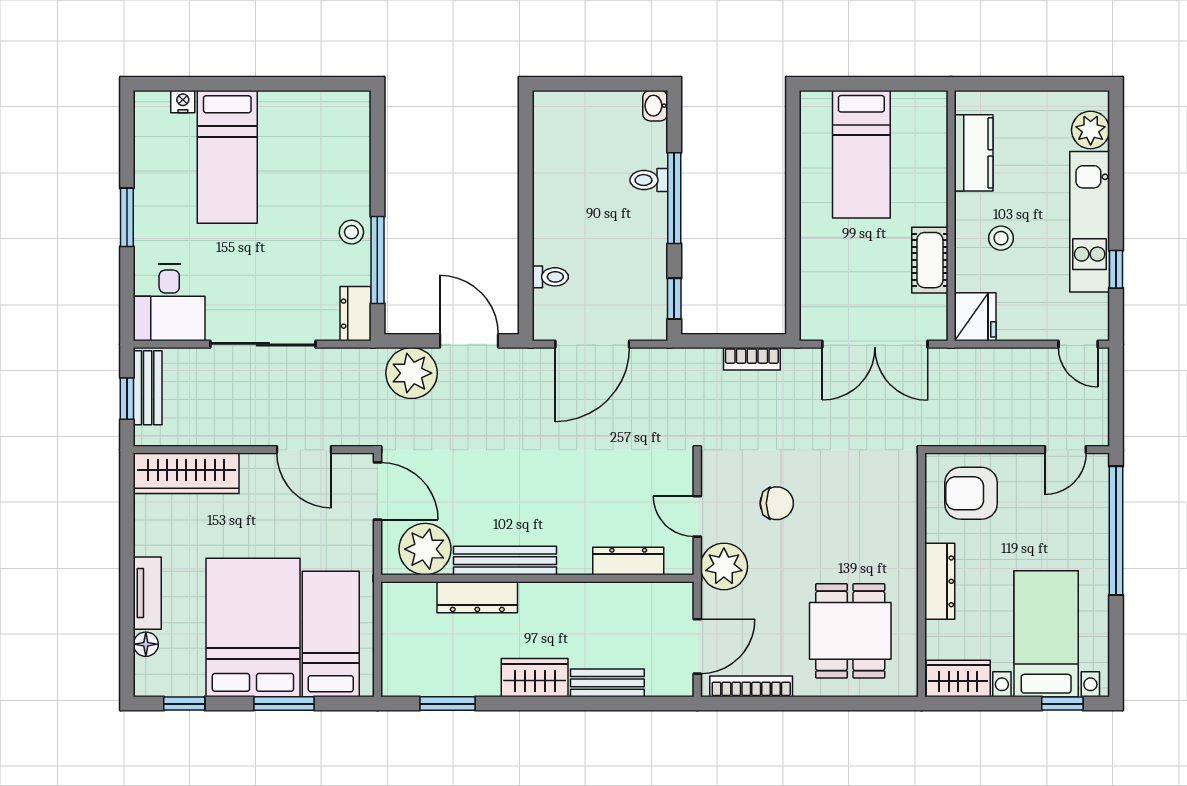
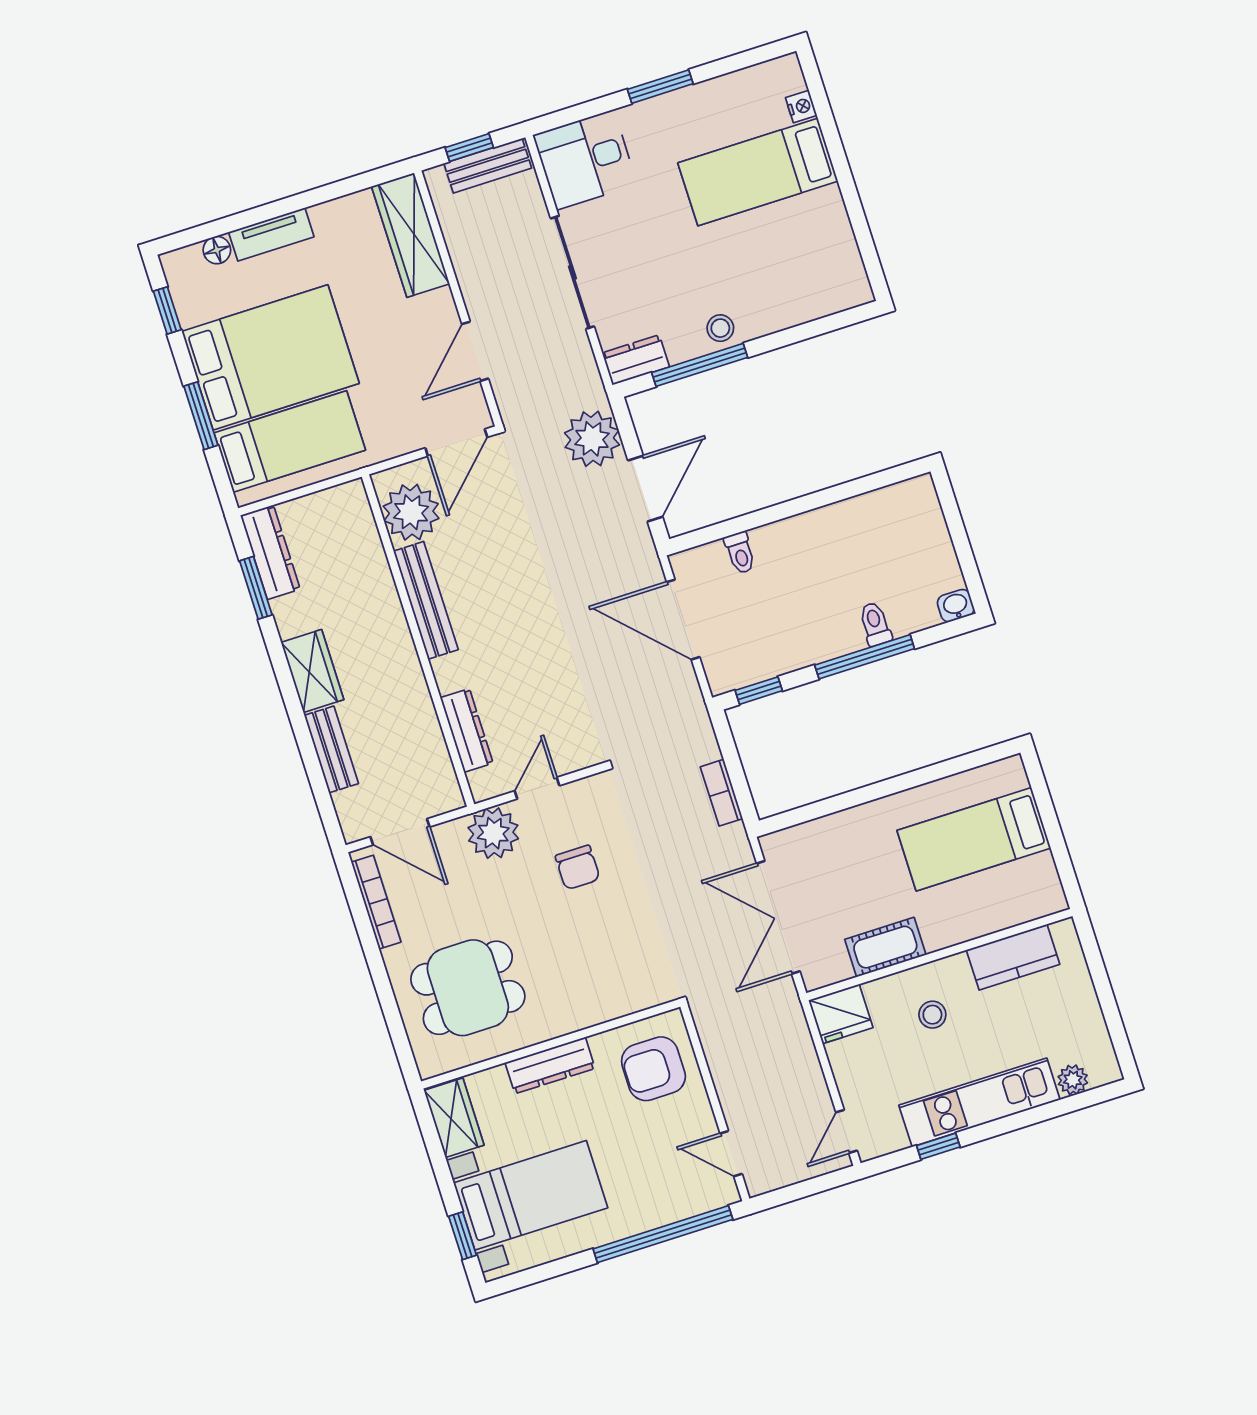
plant: (1091, 130) -> (1073, 1080), width x0.73, depth x0.73
armchair: (971, 493) -> (653, 1069), turned -90
dresser: (477, 597) -> (270, 552), moved, turned 180

